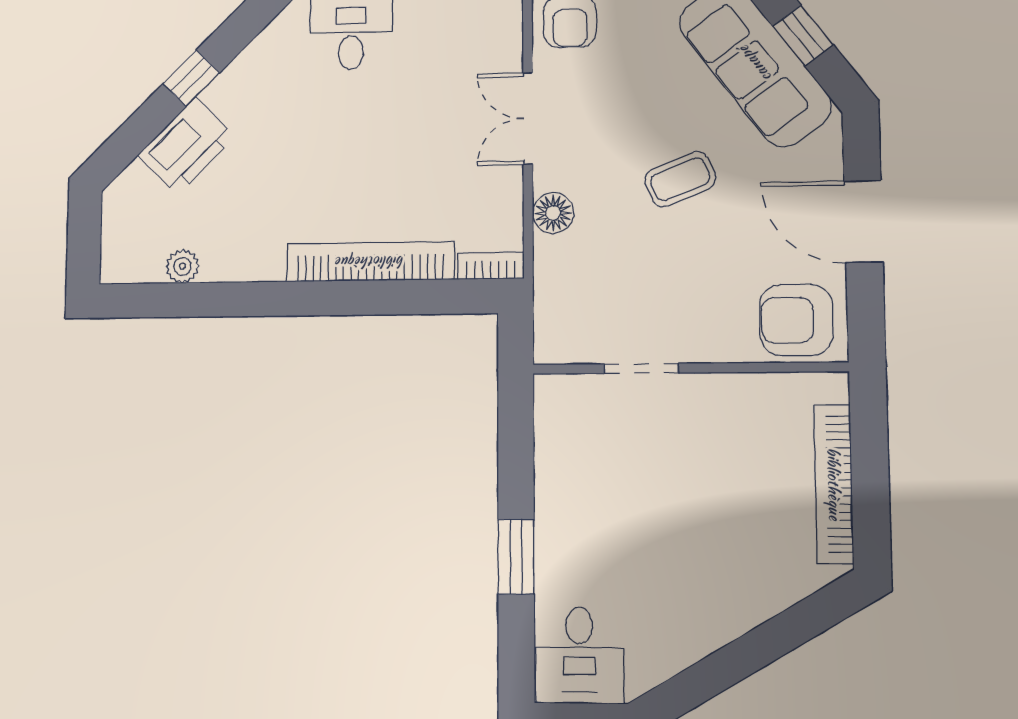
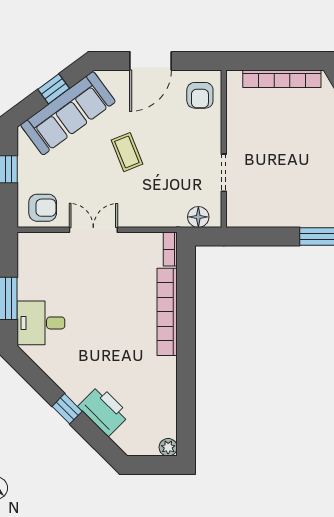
double door: (528, 118) -> (93, 230), swing flipped
floor lamp: (553, 213) -> (198, 217), moved
plant: (182, 266) -> (168, 447), moved
armchair: (796, 320) -> (200, 95), width x0.72, depth x0.72

